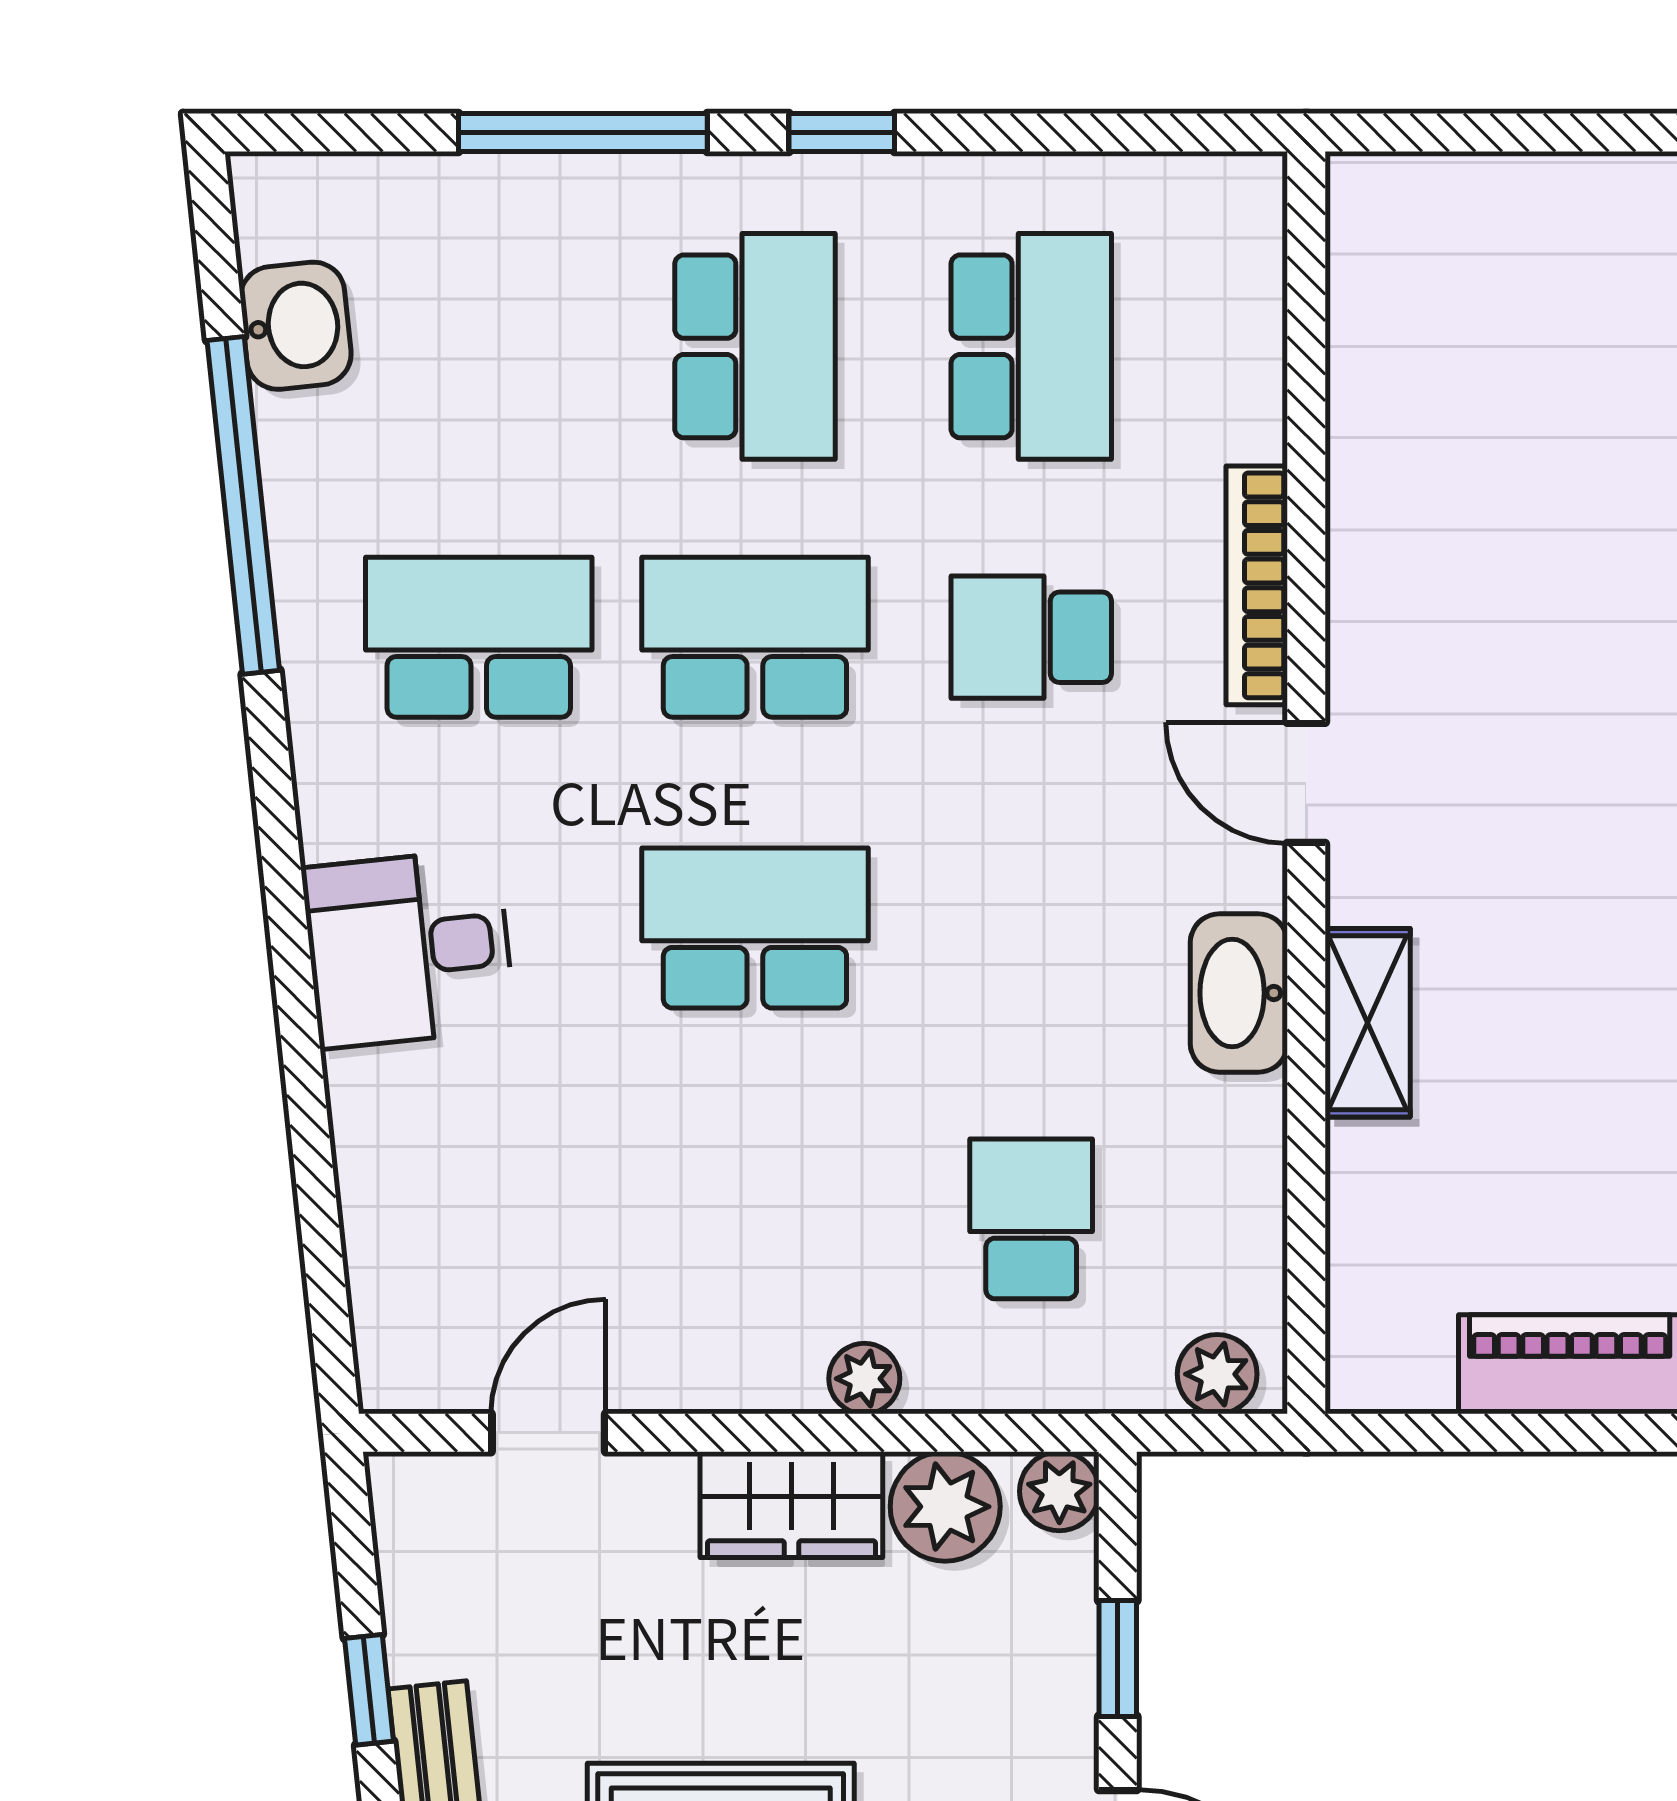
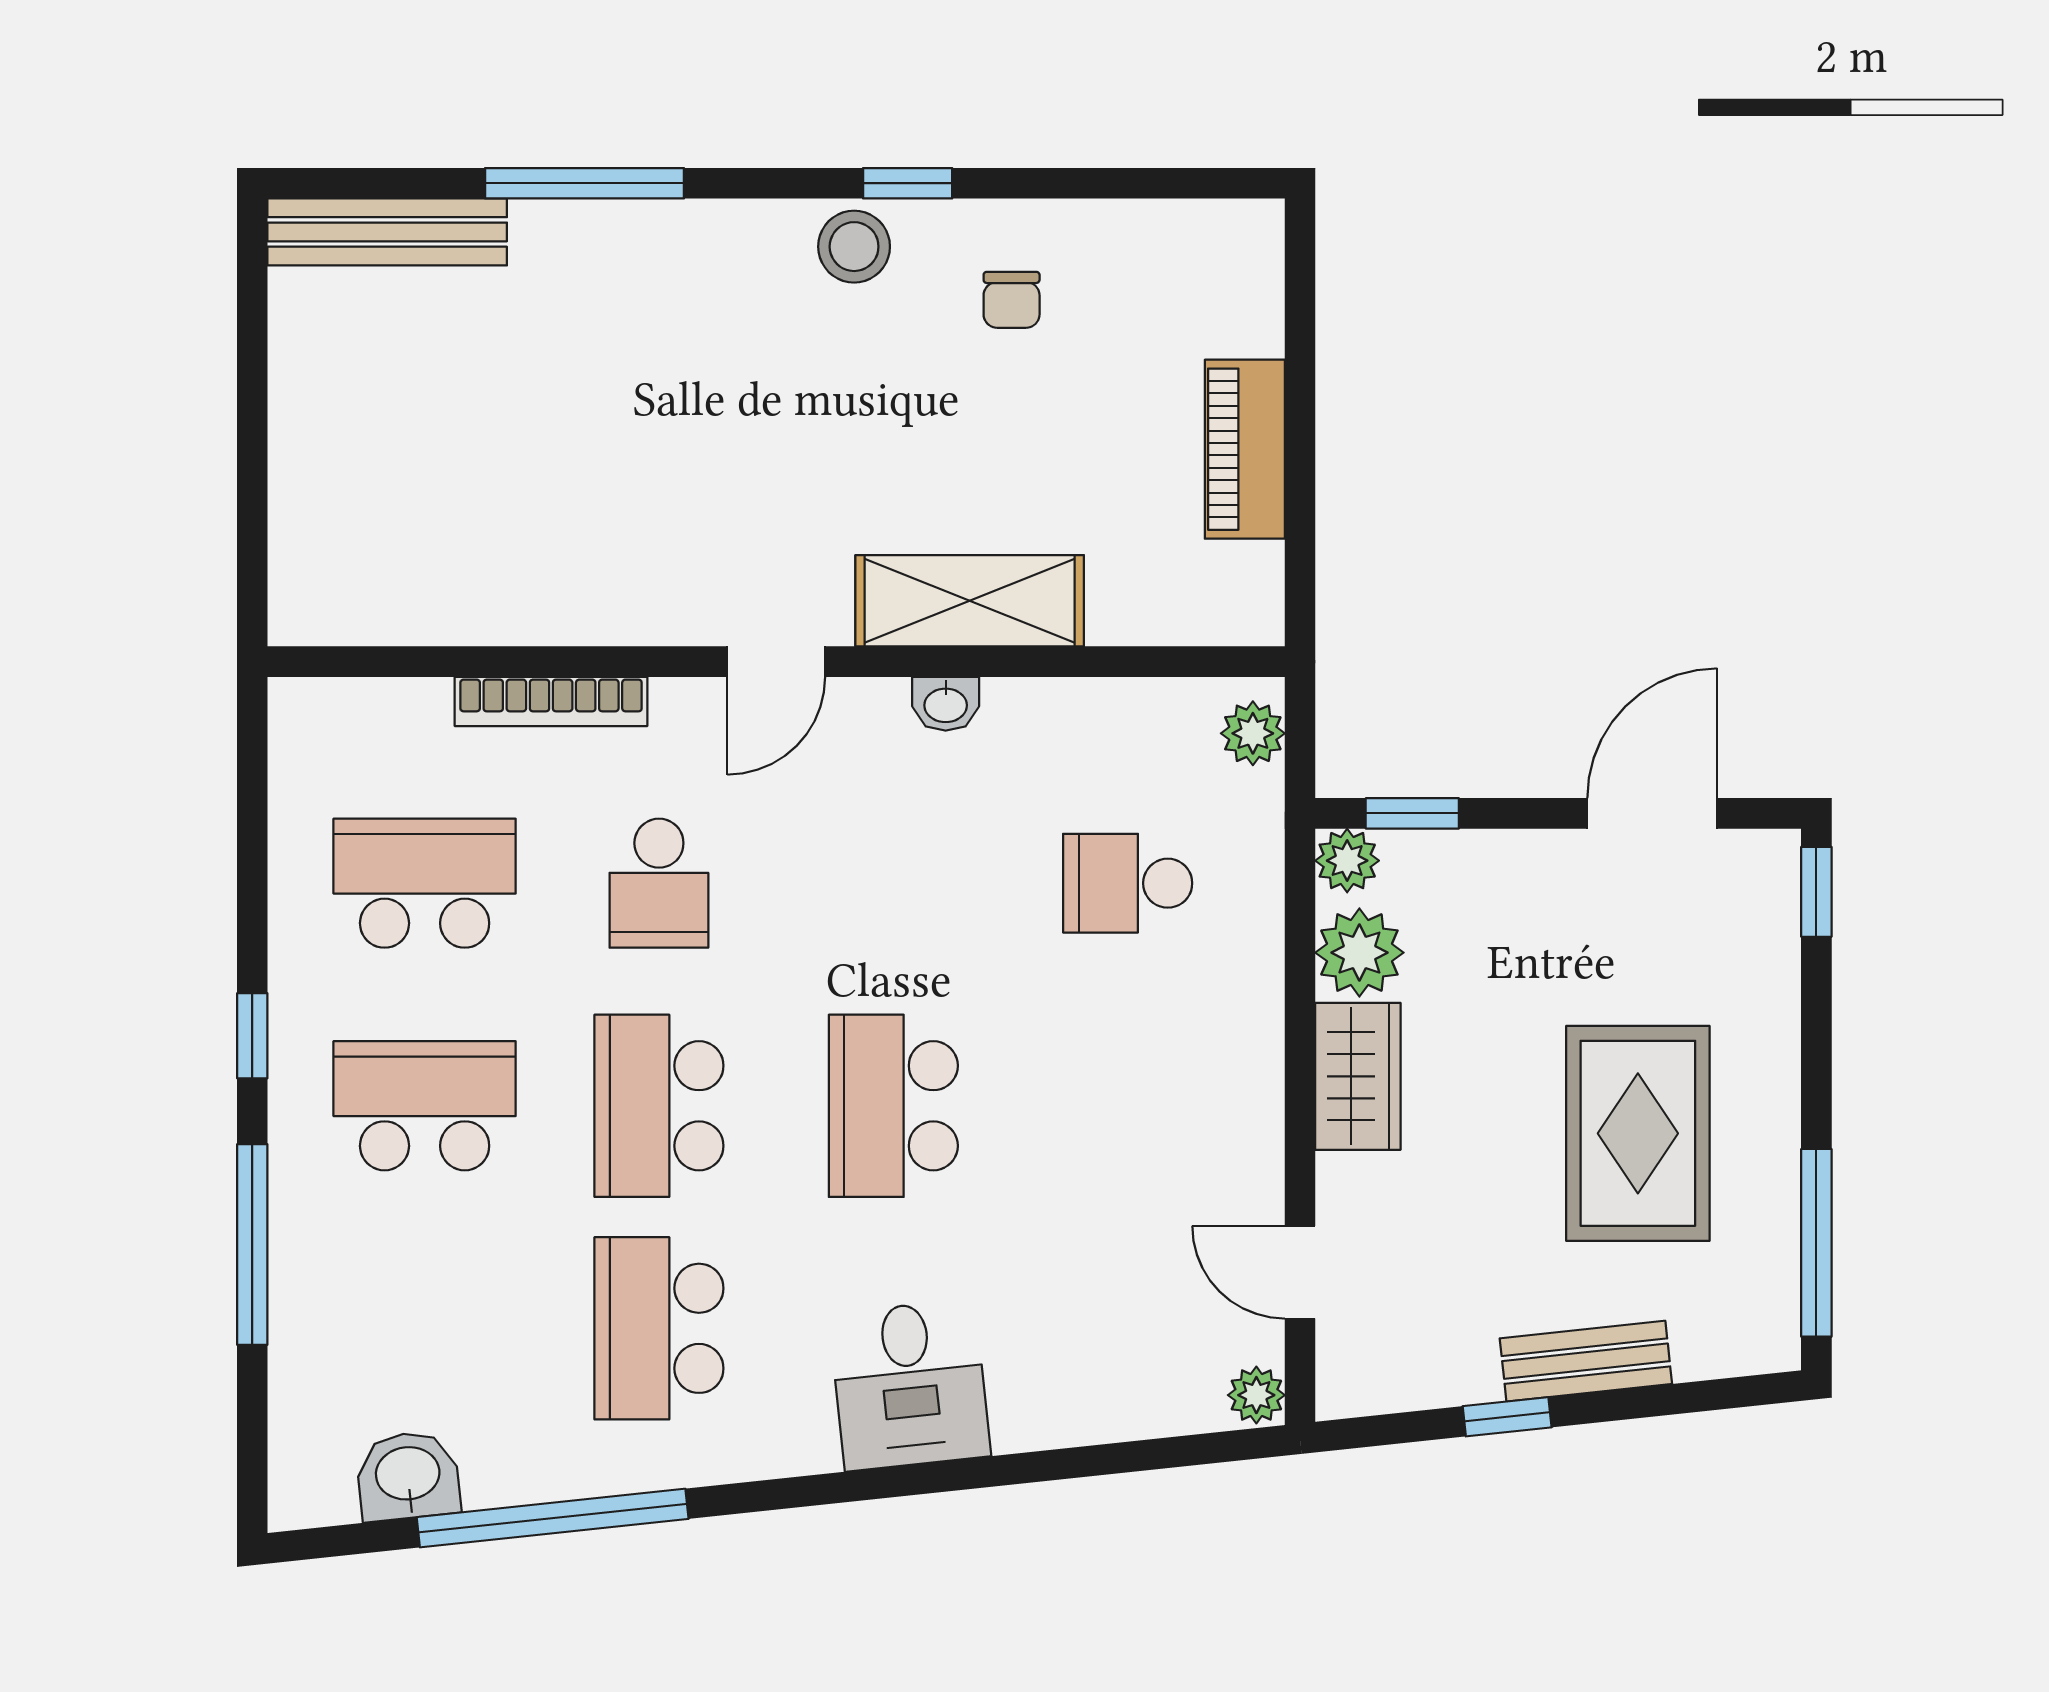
bookcase: (1257, 585) -> (551, 701), moved
washbasin: (1239, 993) -> (946, 704), width x0.52, depth x0.69
shelving: (1368, 1023) -> (970, 601), width x1.50, depth x1.33
plant: (864, 1379) -> (1256, 1395), moved
window: (1118, 1658) -> (1412, 813), moved

